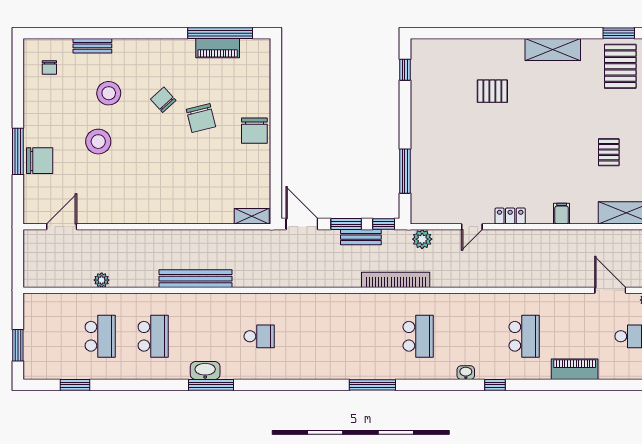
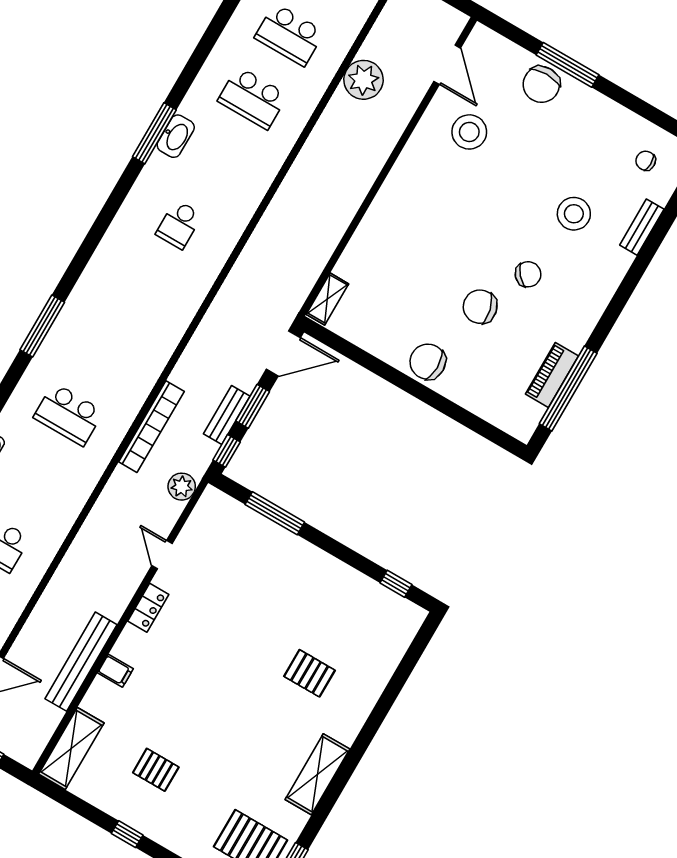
pallet: (492, 91) -> (310, 673), turned 90
stool: (98, 142) -> (469, 132), moved
bench: (195, 279) -> (81, 662), moved
plant: (102, 280) -> (364, 80), width x1.88, depth x1.88

